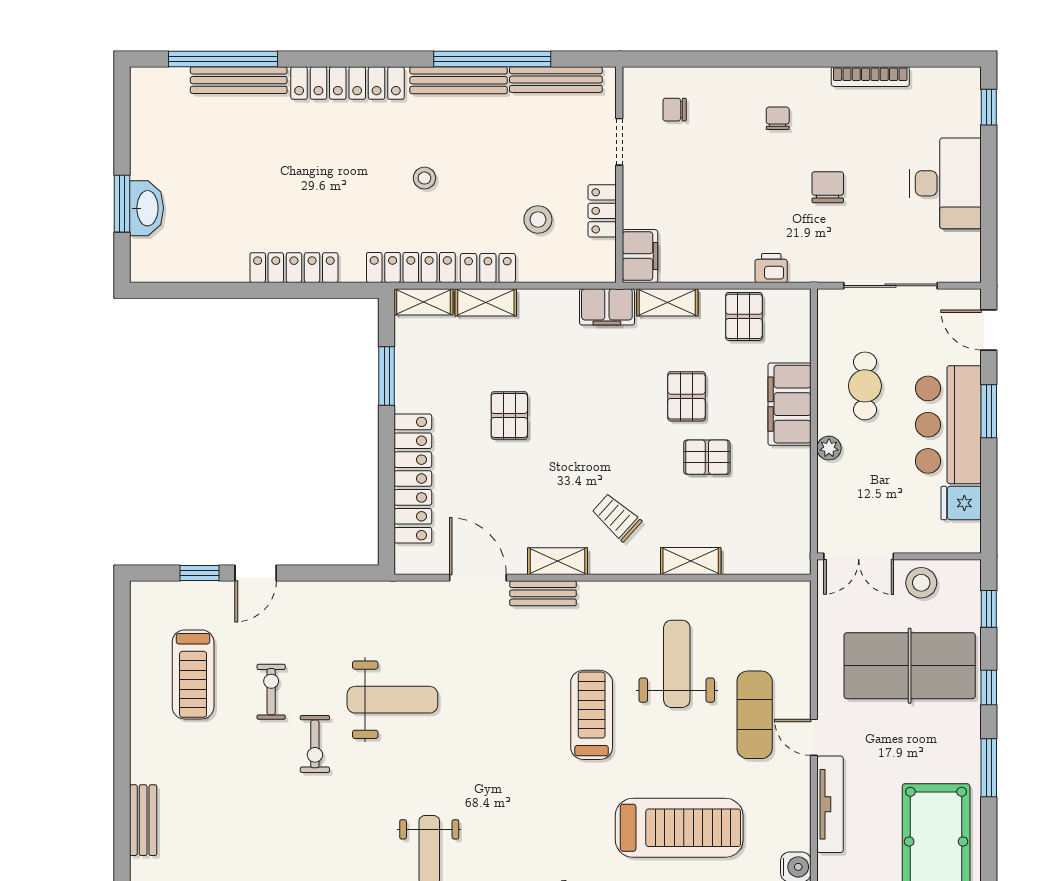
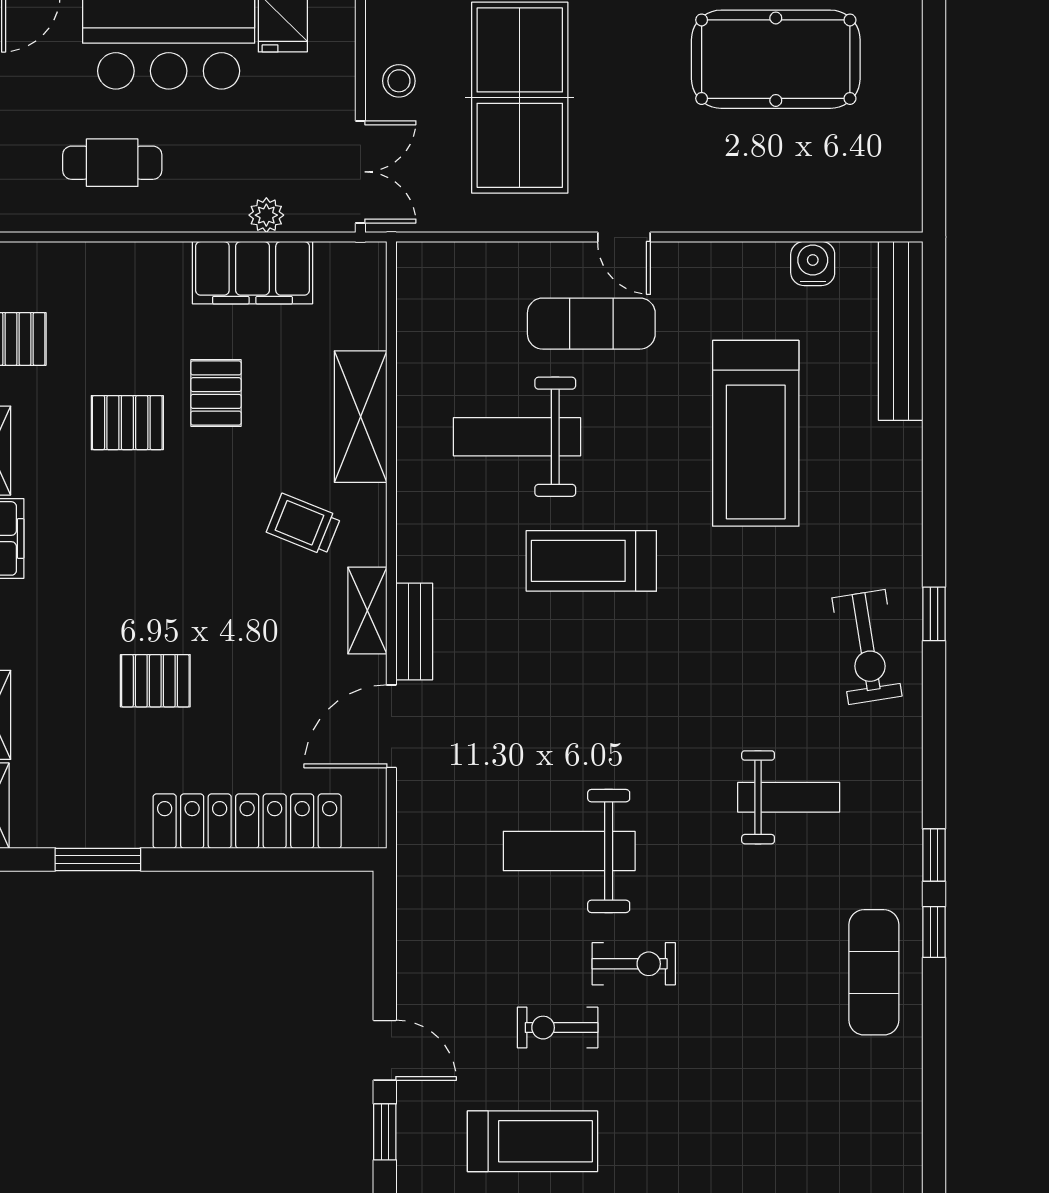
filing cabinet: (789, 404) -> (252, 273), moved
plant: (829, 448) -> (266, 215), moved
trolley: (617, 517) -> (304, 524), turned 70
shelving: (691, 561) -> (361, 417), width x1.50, depth x1.33
stool: (921, 583) -> (399, 81), width x0.73, depth x0.73
weight bench: (392, 700) -> (569, 851), turned -90
door: (814, 737) -> (624, 237), hinge flipped
tv unit: (830, 804) -> (721, 214), removed
treadmill: (679, 828) -> (756, 433), turned 180

